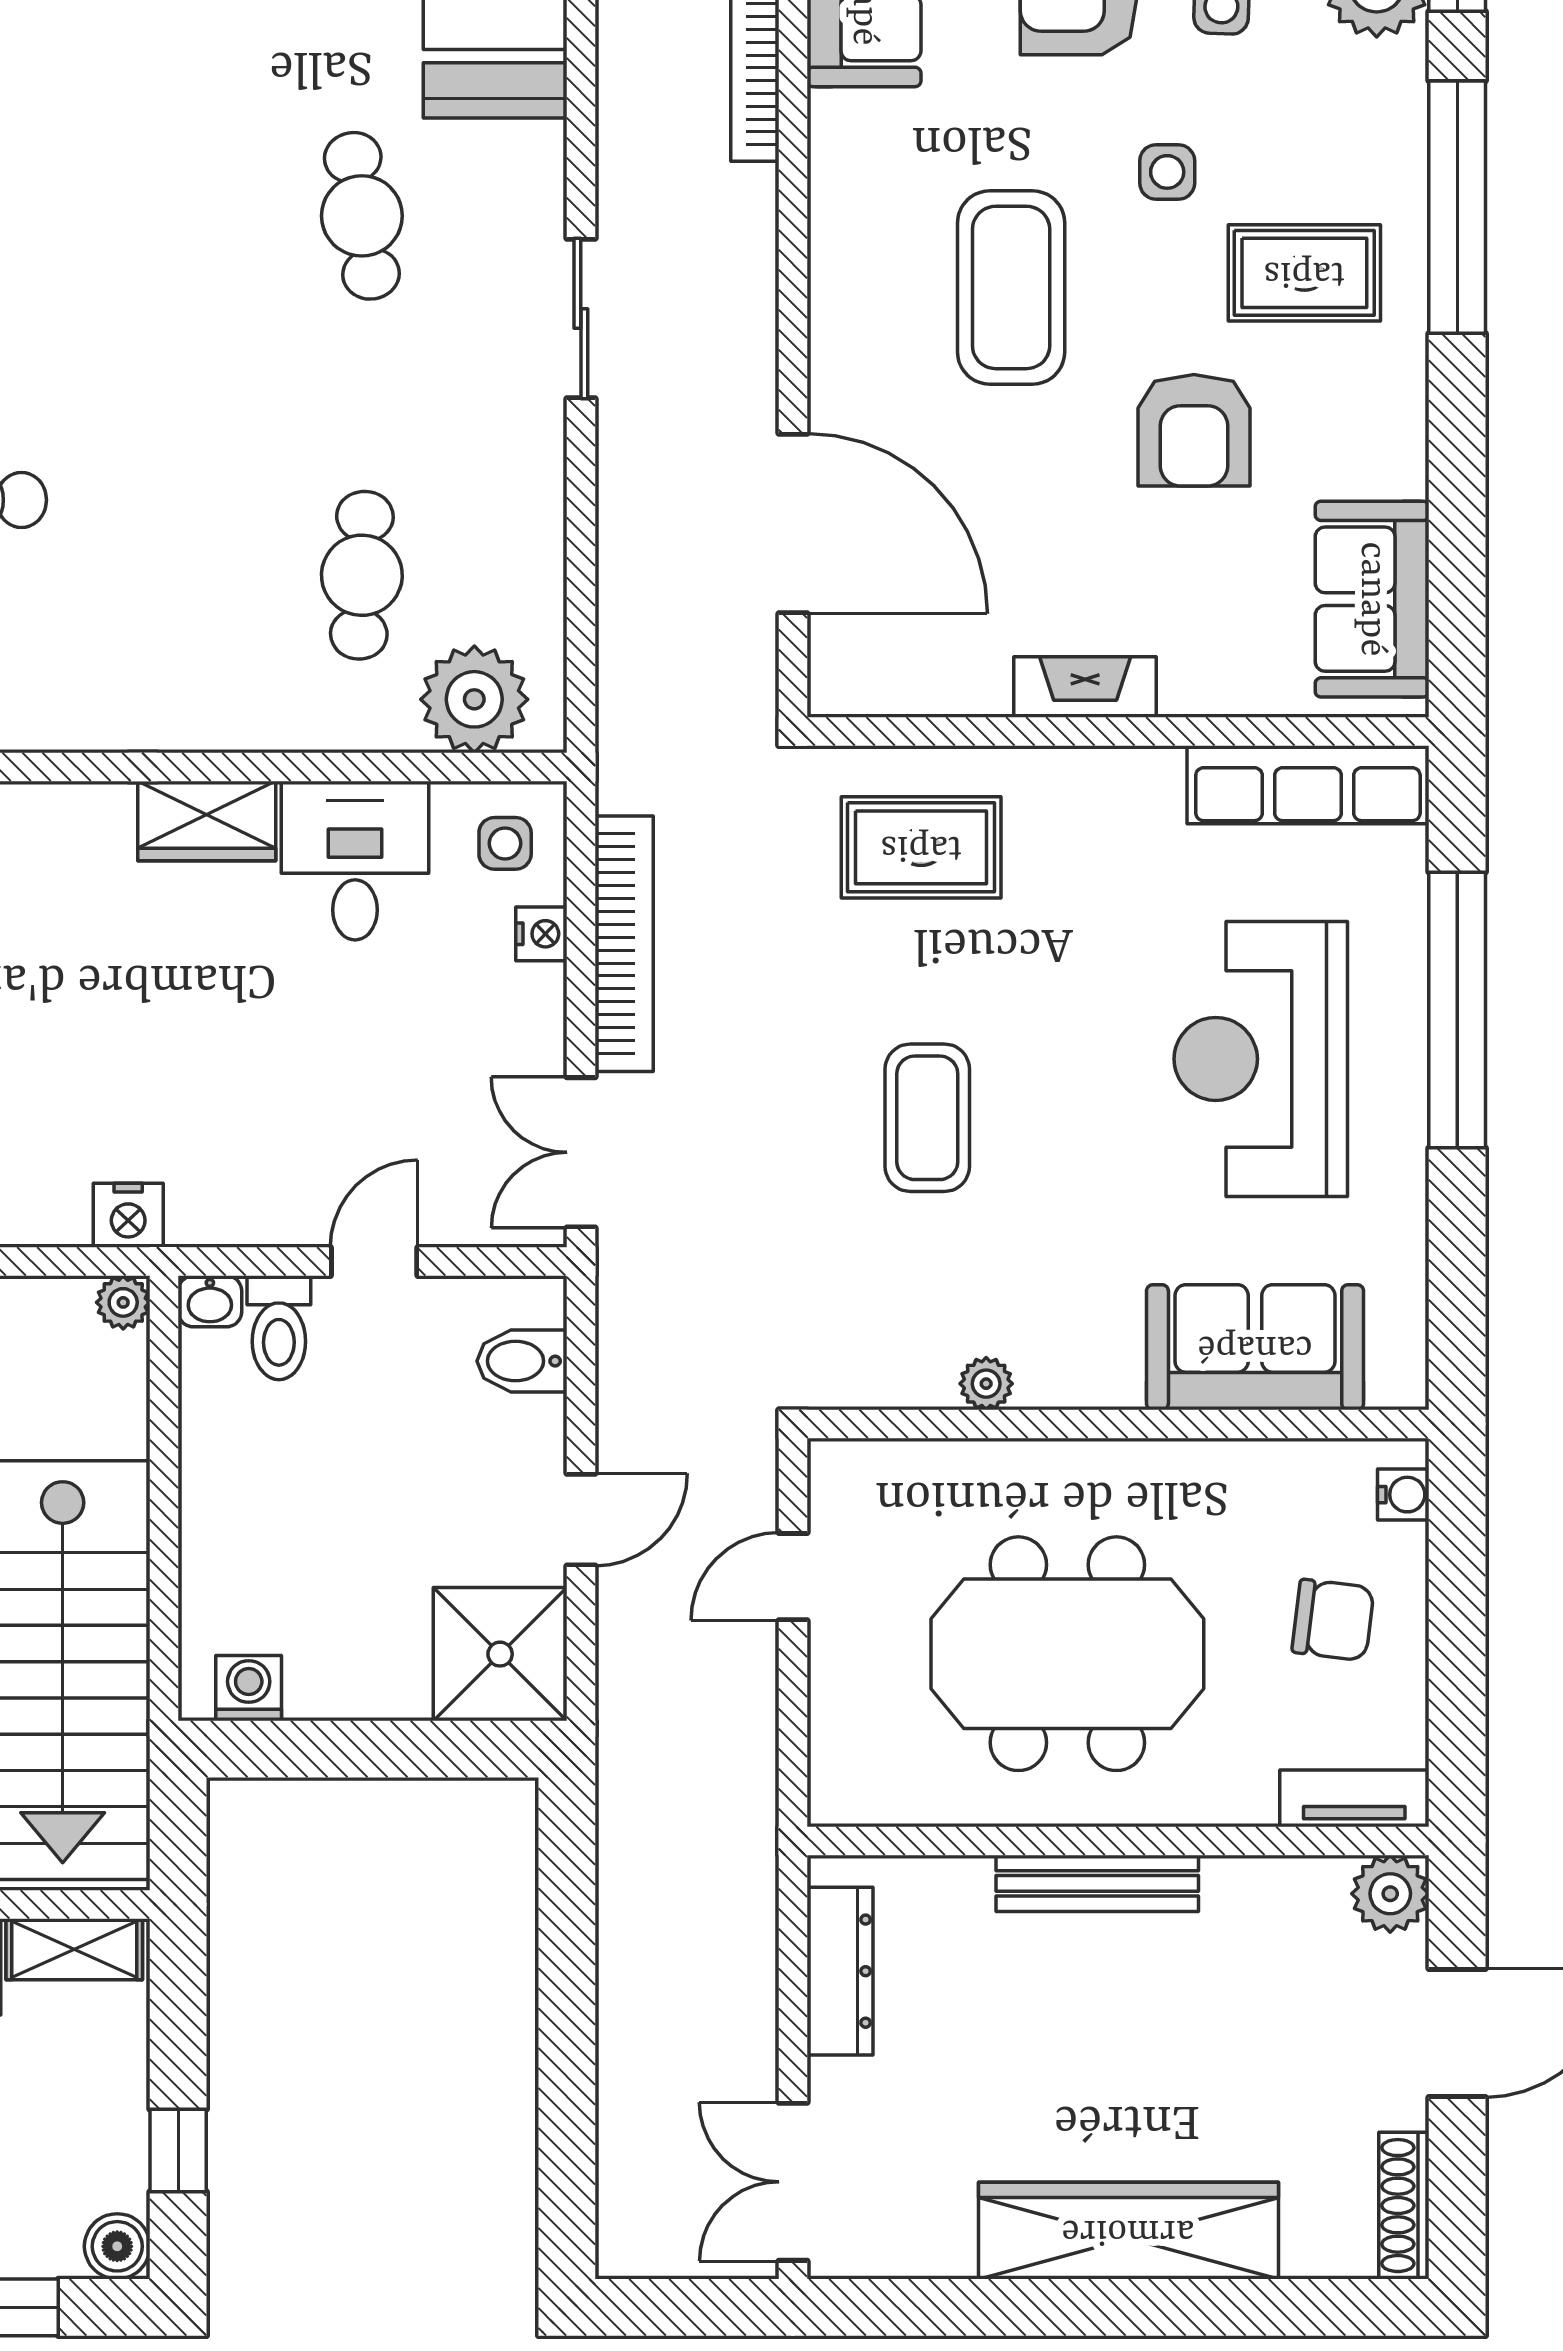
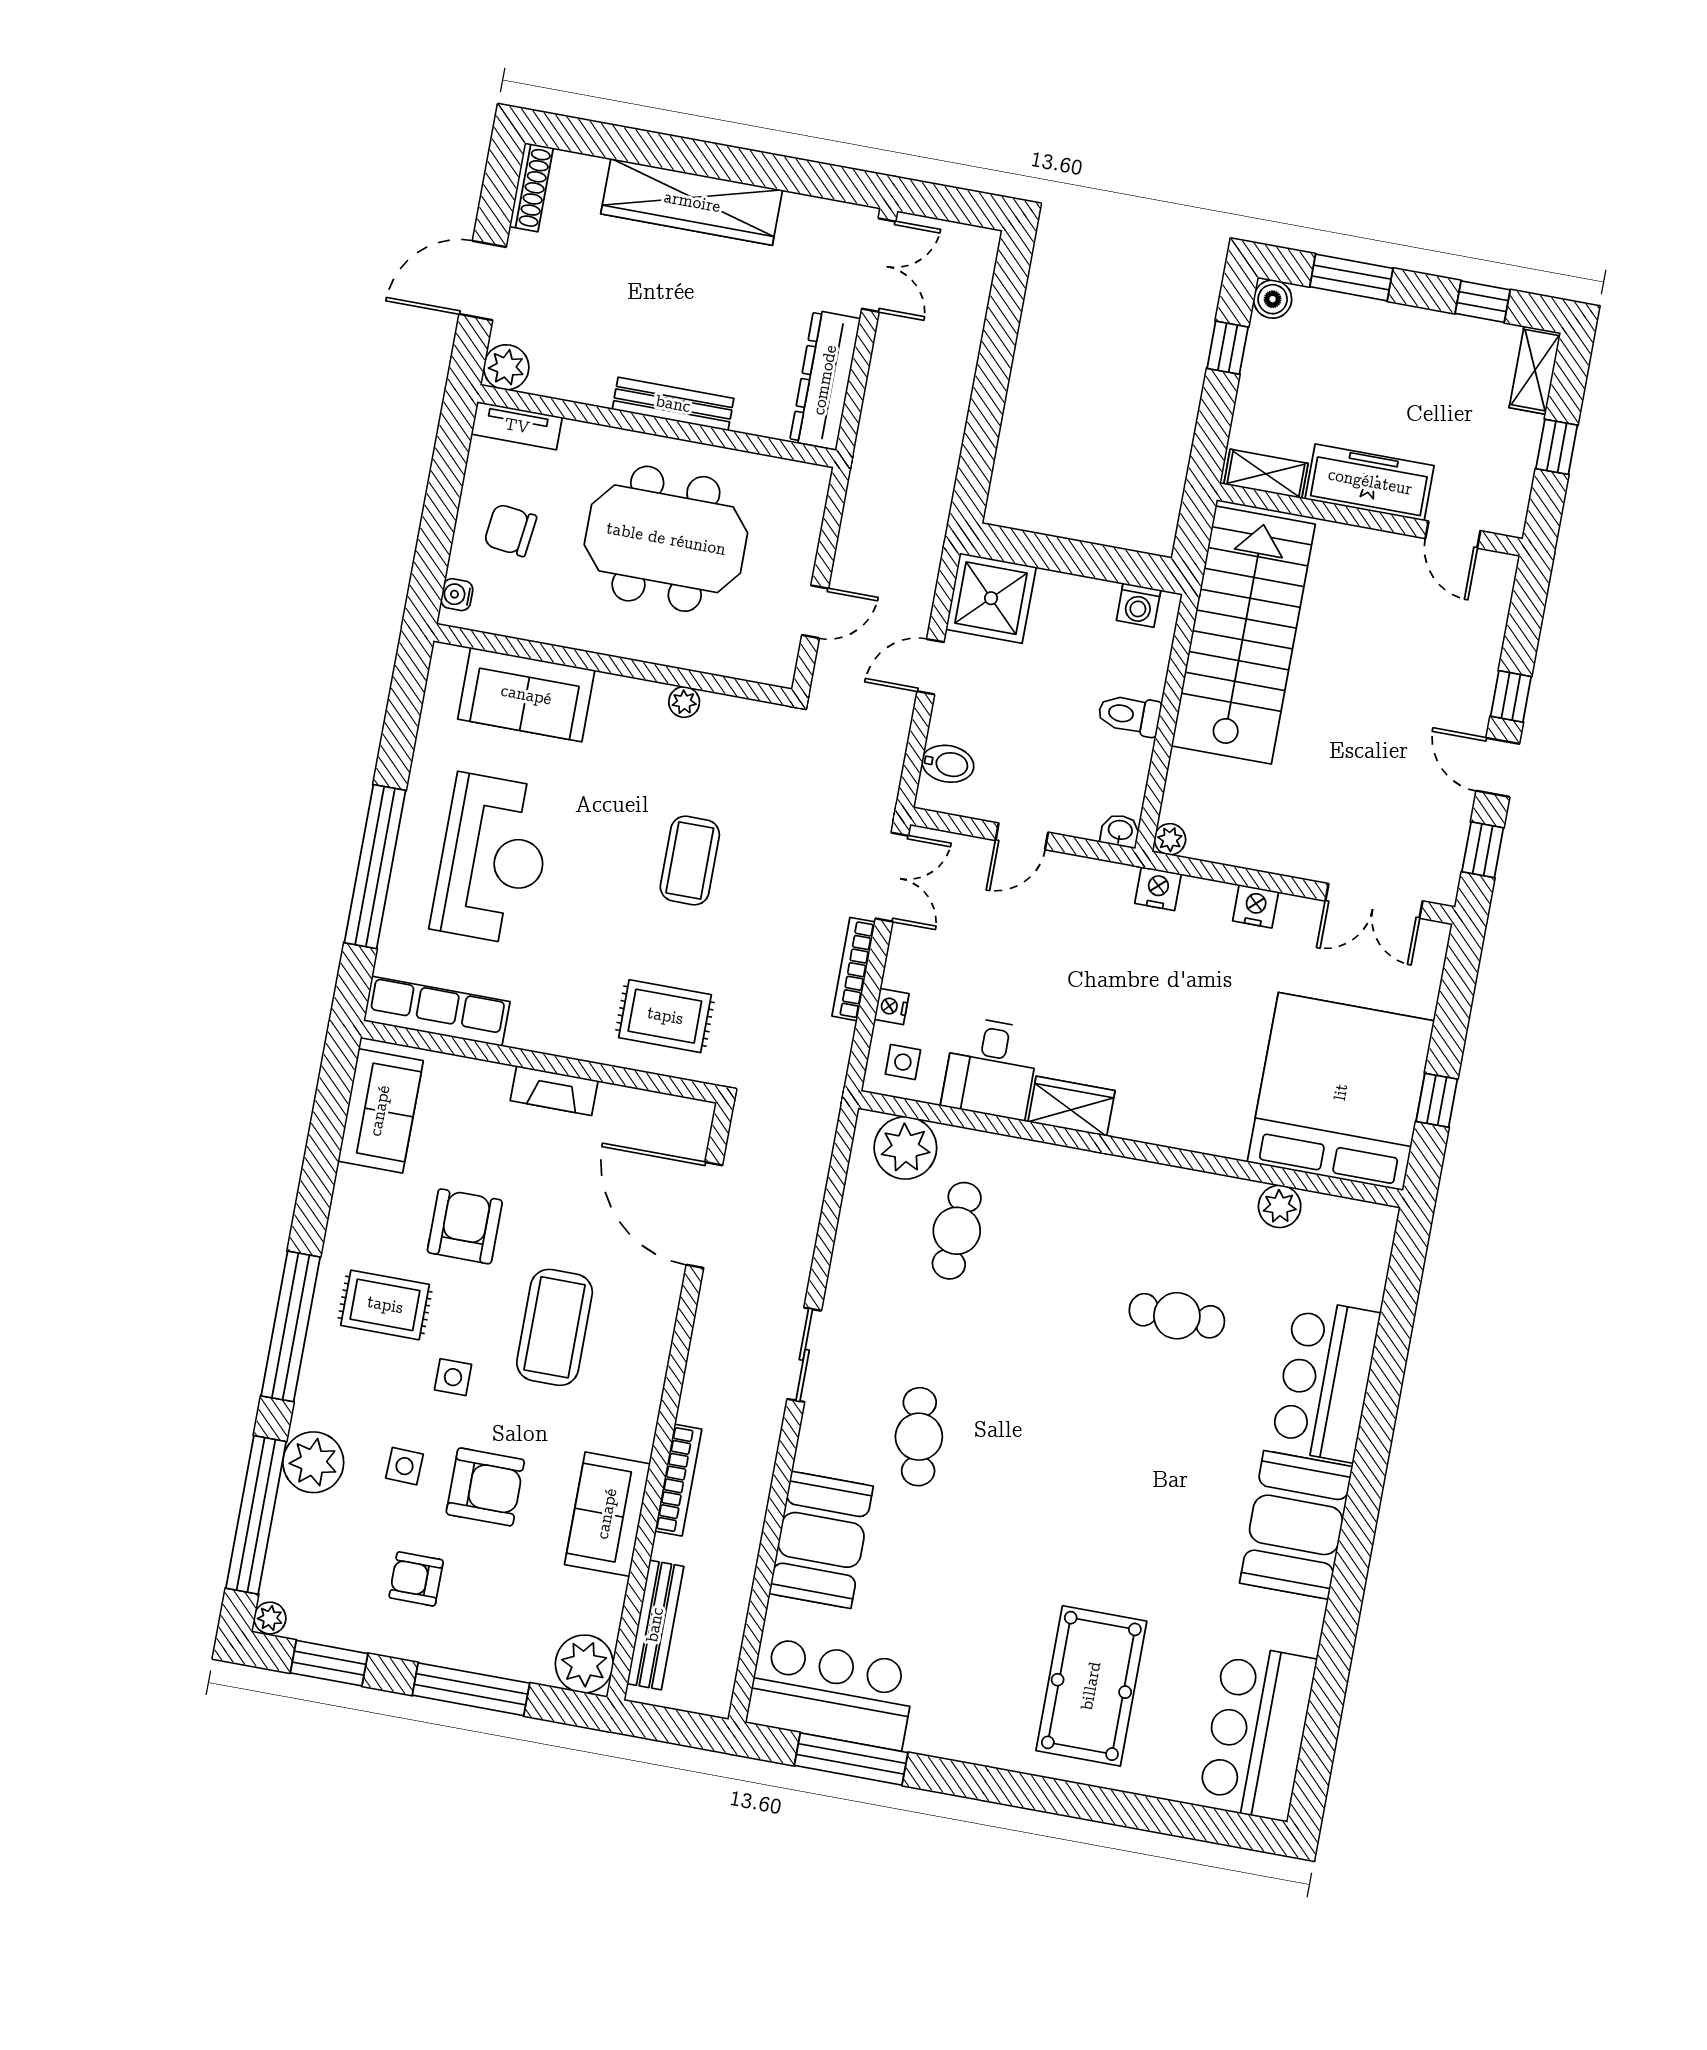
bookcase: (624, 944) -> (854, 969), width x0.68, depth x0.76
toilet: (279, 1328) -> (1129, 715), moved, turned -90
dresser: (840, 1971) -> (825, 380), width x1.37, depth x1.24

